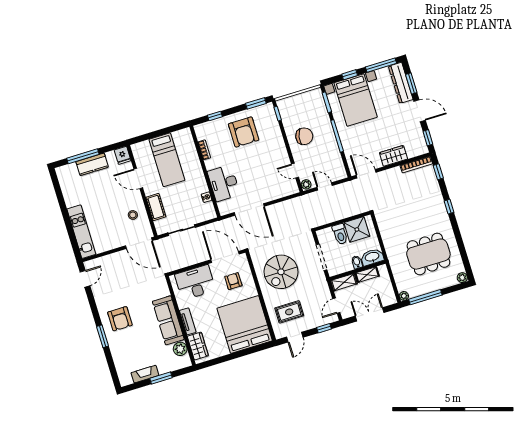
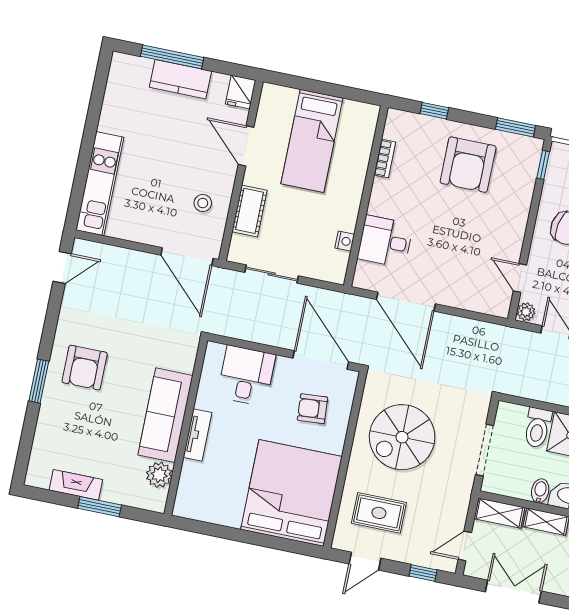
desk: (224, 183) -> (385, 241), width x0.73
armchair: (233, 281) -> (313, 409), turned -94
desk: (195, 282) -> (246, 376), width x0.73
wardrobe: (198, 346) -> (192, 486), removed

